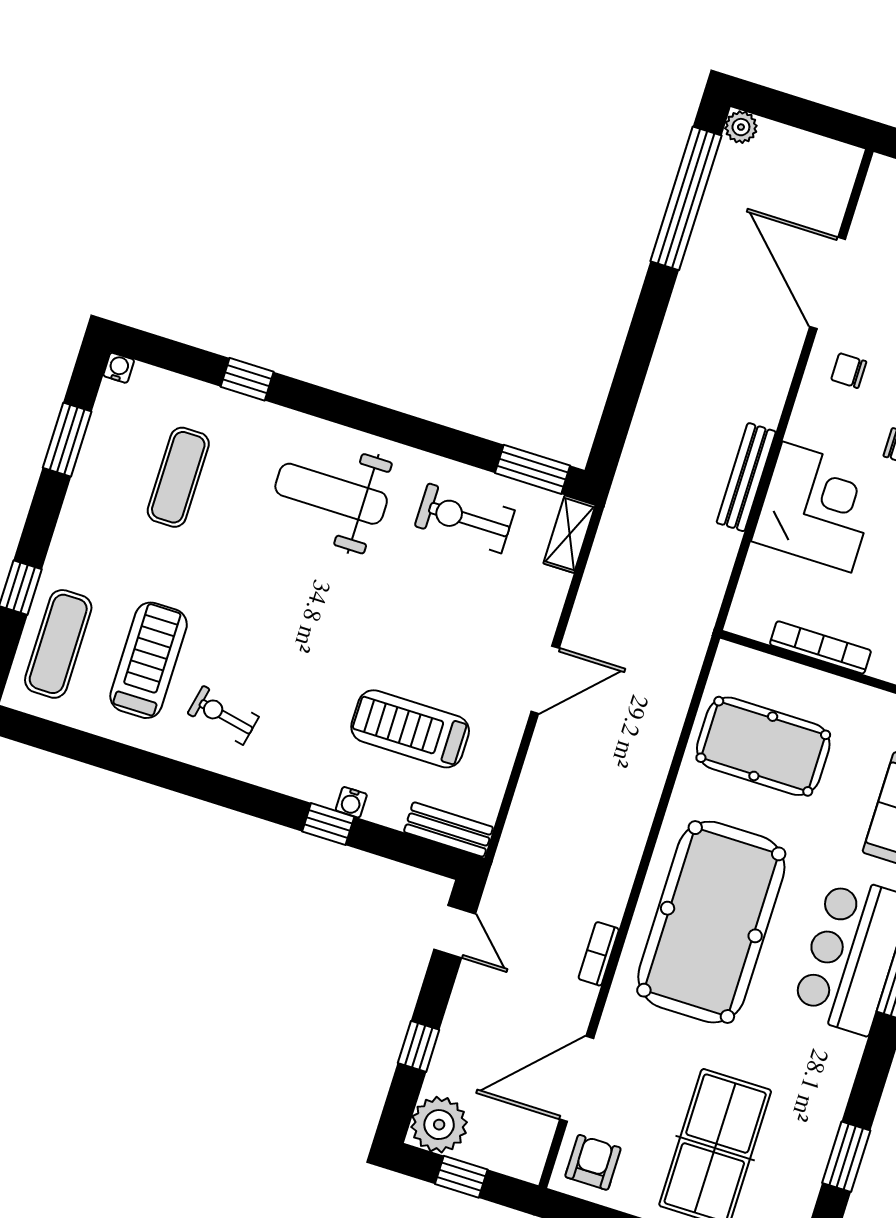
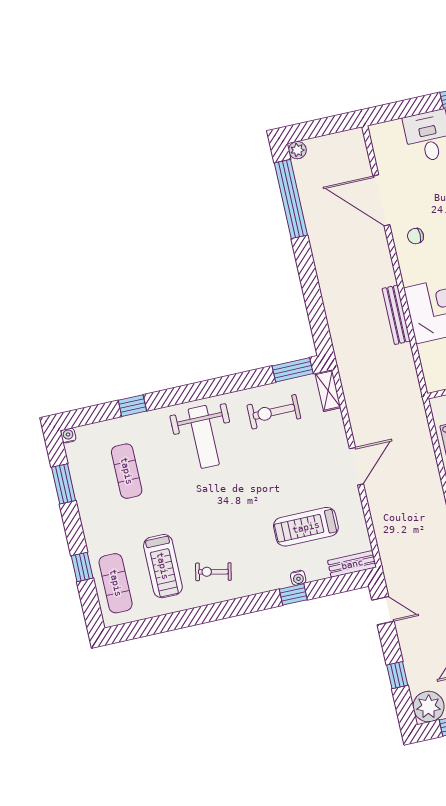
weight bench: (331, 494) -> (204, 437), turned -90
treadmill: (149, 660) -> (163, 566), turned 180

